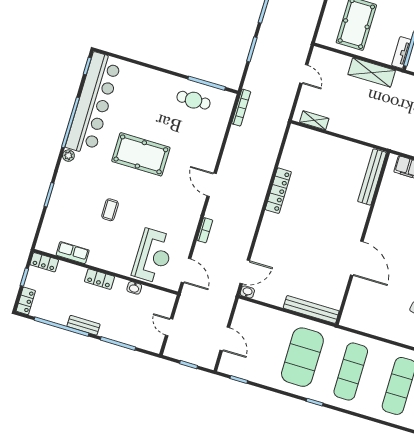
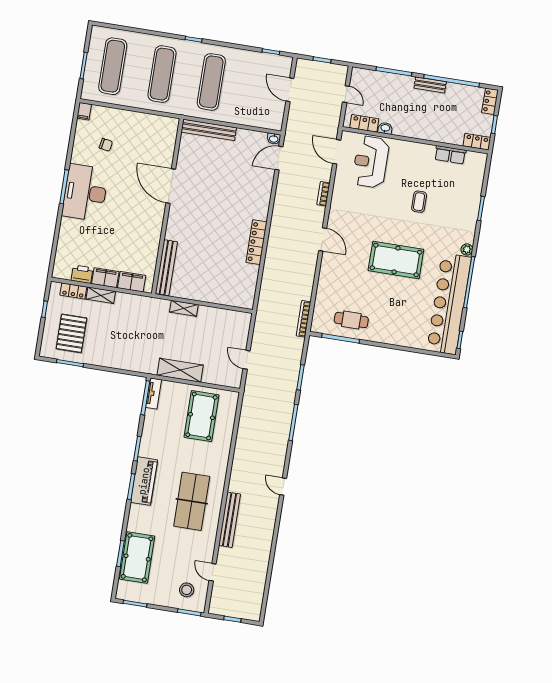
shelving: (314, 120) -> (184, 308), moved
locker: (99, 279) -> (364, 123), moved
exercise mat: (302, 357) -> (211, 82), width x0.68

